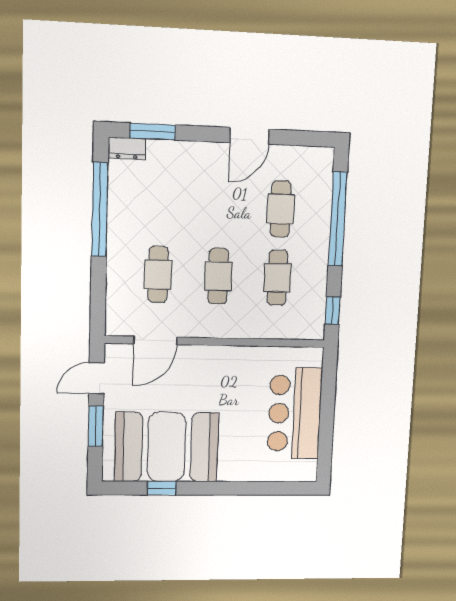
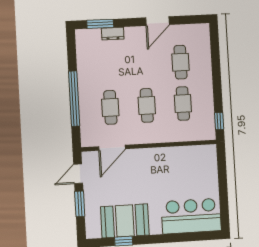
dresser: (127, 148) -> (113, 34), moved
window: (100, 210) -> (74, 99), moved
window: (338, 219) -> (216, 65), removed
bar counter: (295, 413) -> (191, 216), moved, turned 90
booth: (167, 447) -> (125, 221), width x0.73, depth x0.70

